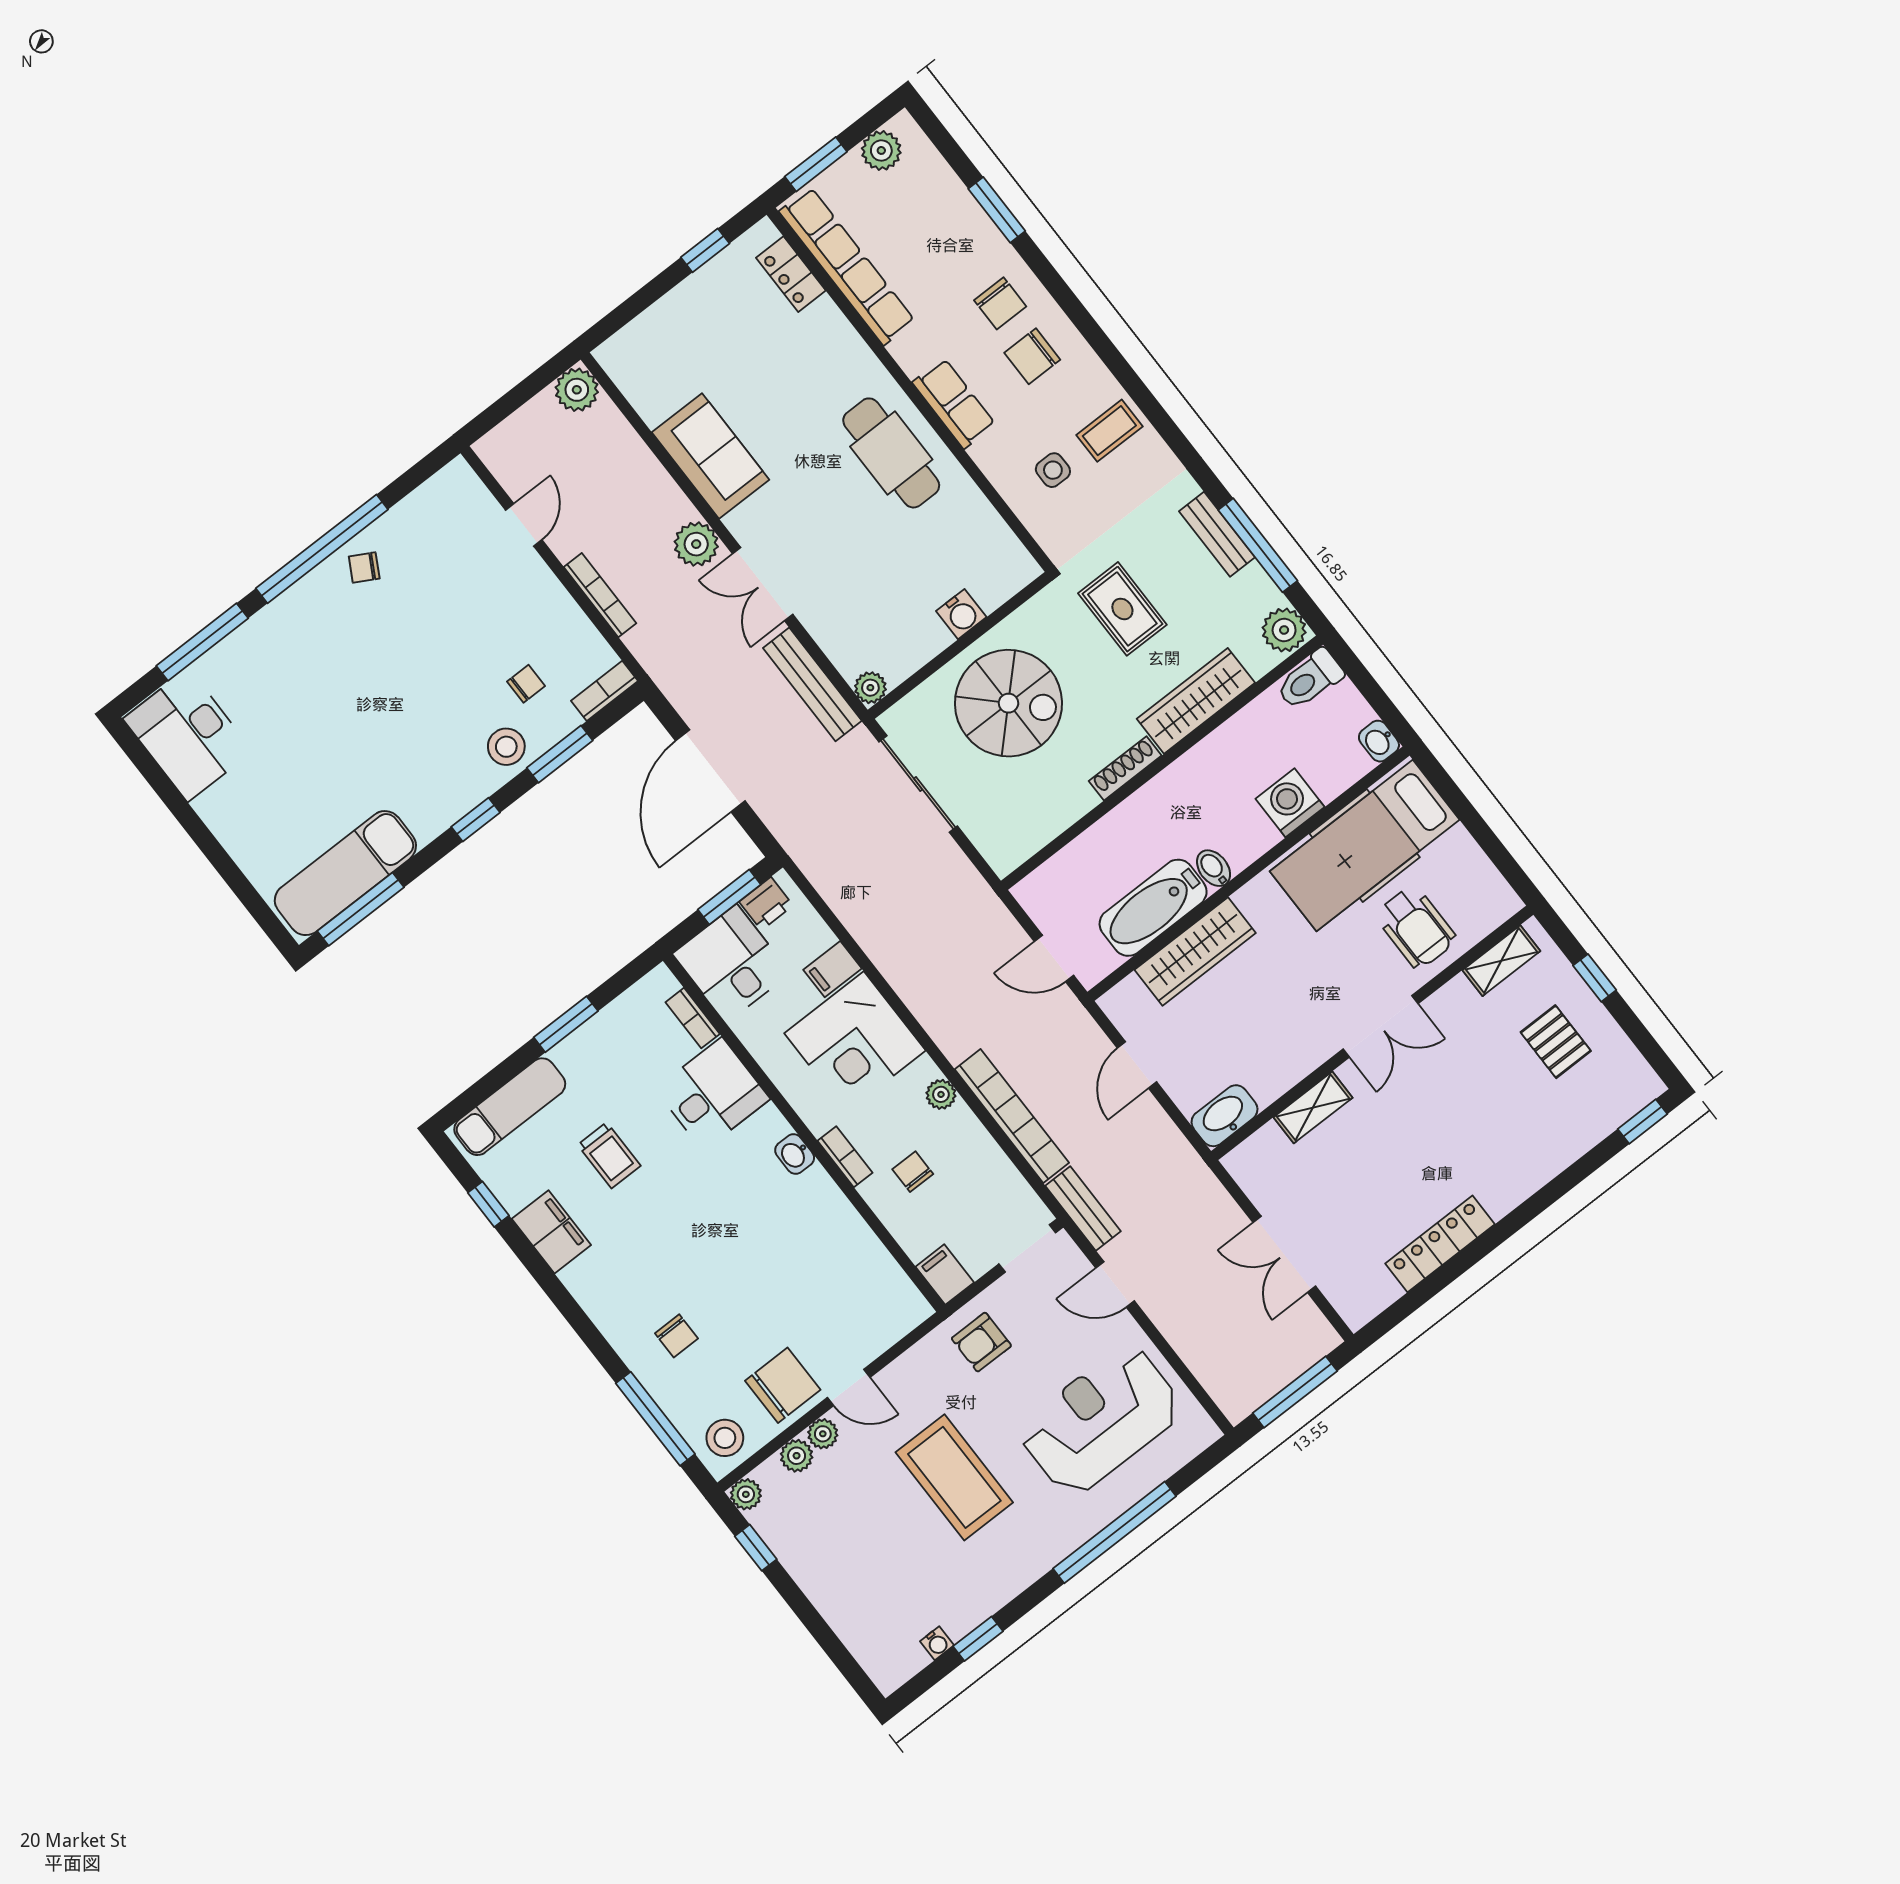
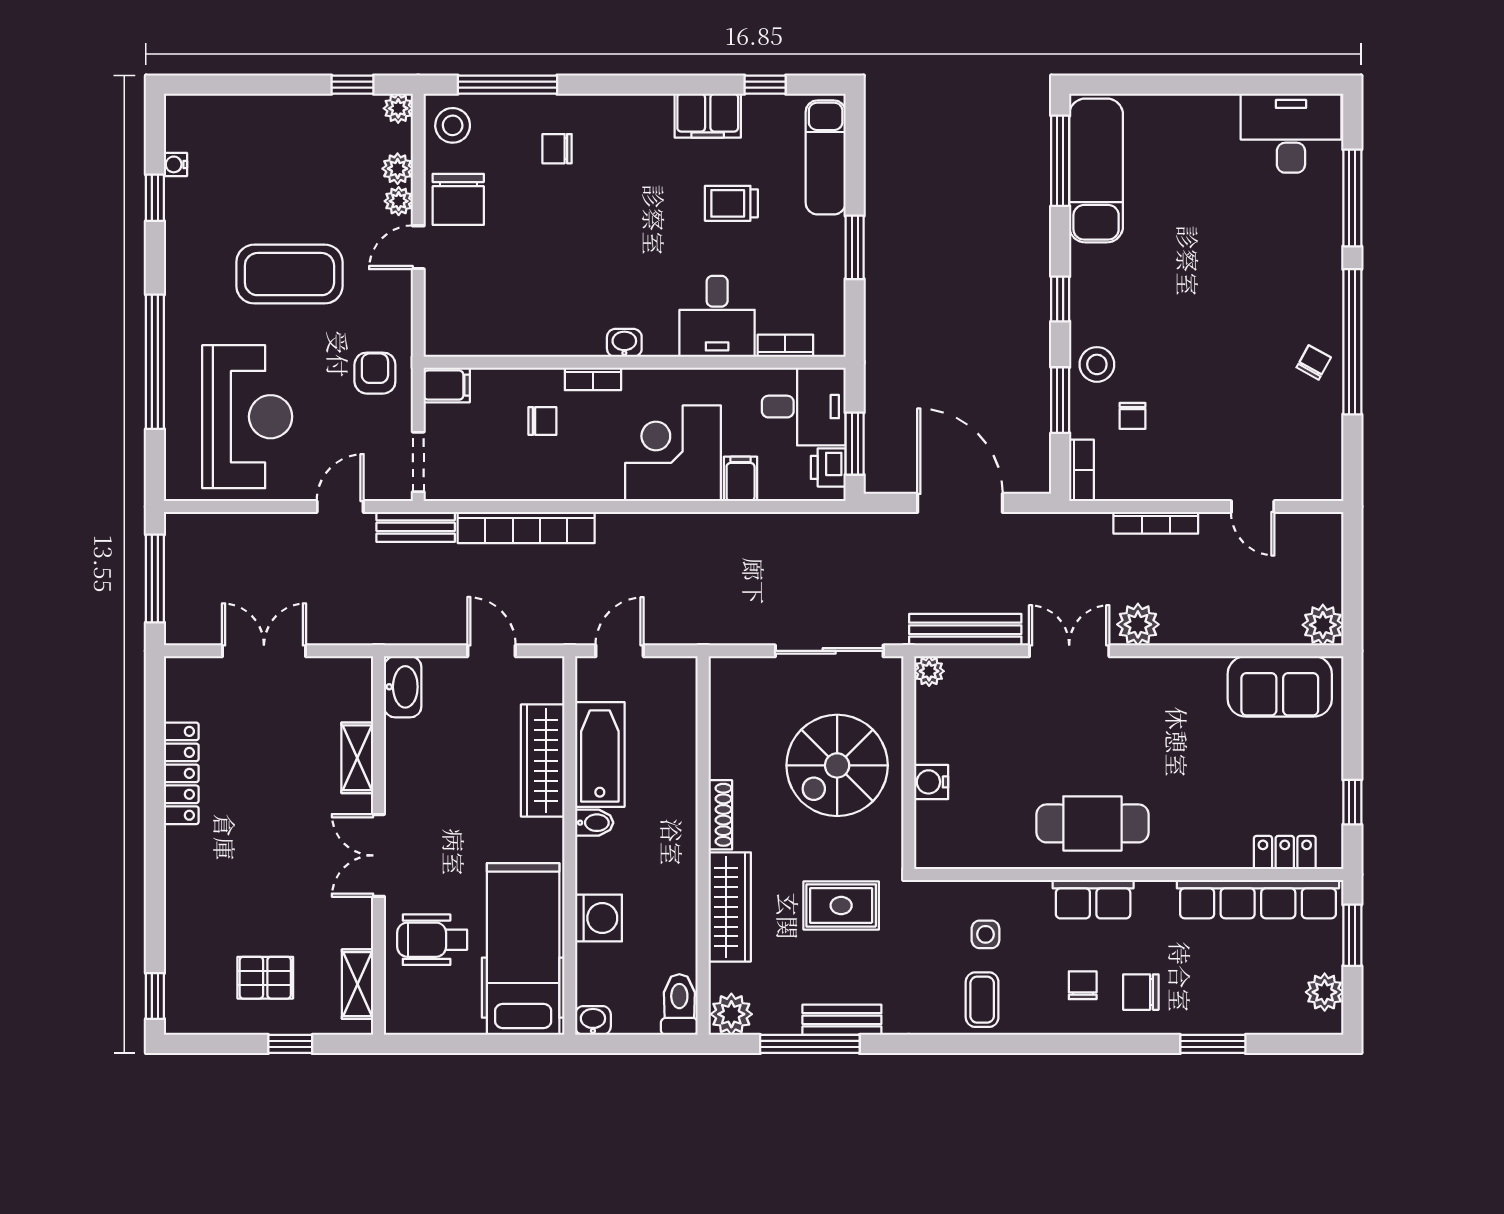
chair: (1032, 356) -> (1083, 985), width x0.73, depth x0.73
sofa: (710, 456) -> (1280, 686), moved
plant: (941, 1094) -> (584, 487), removed

